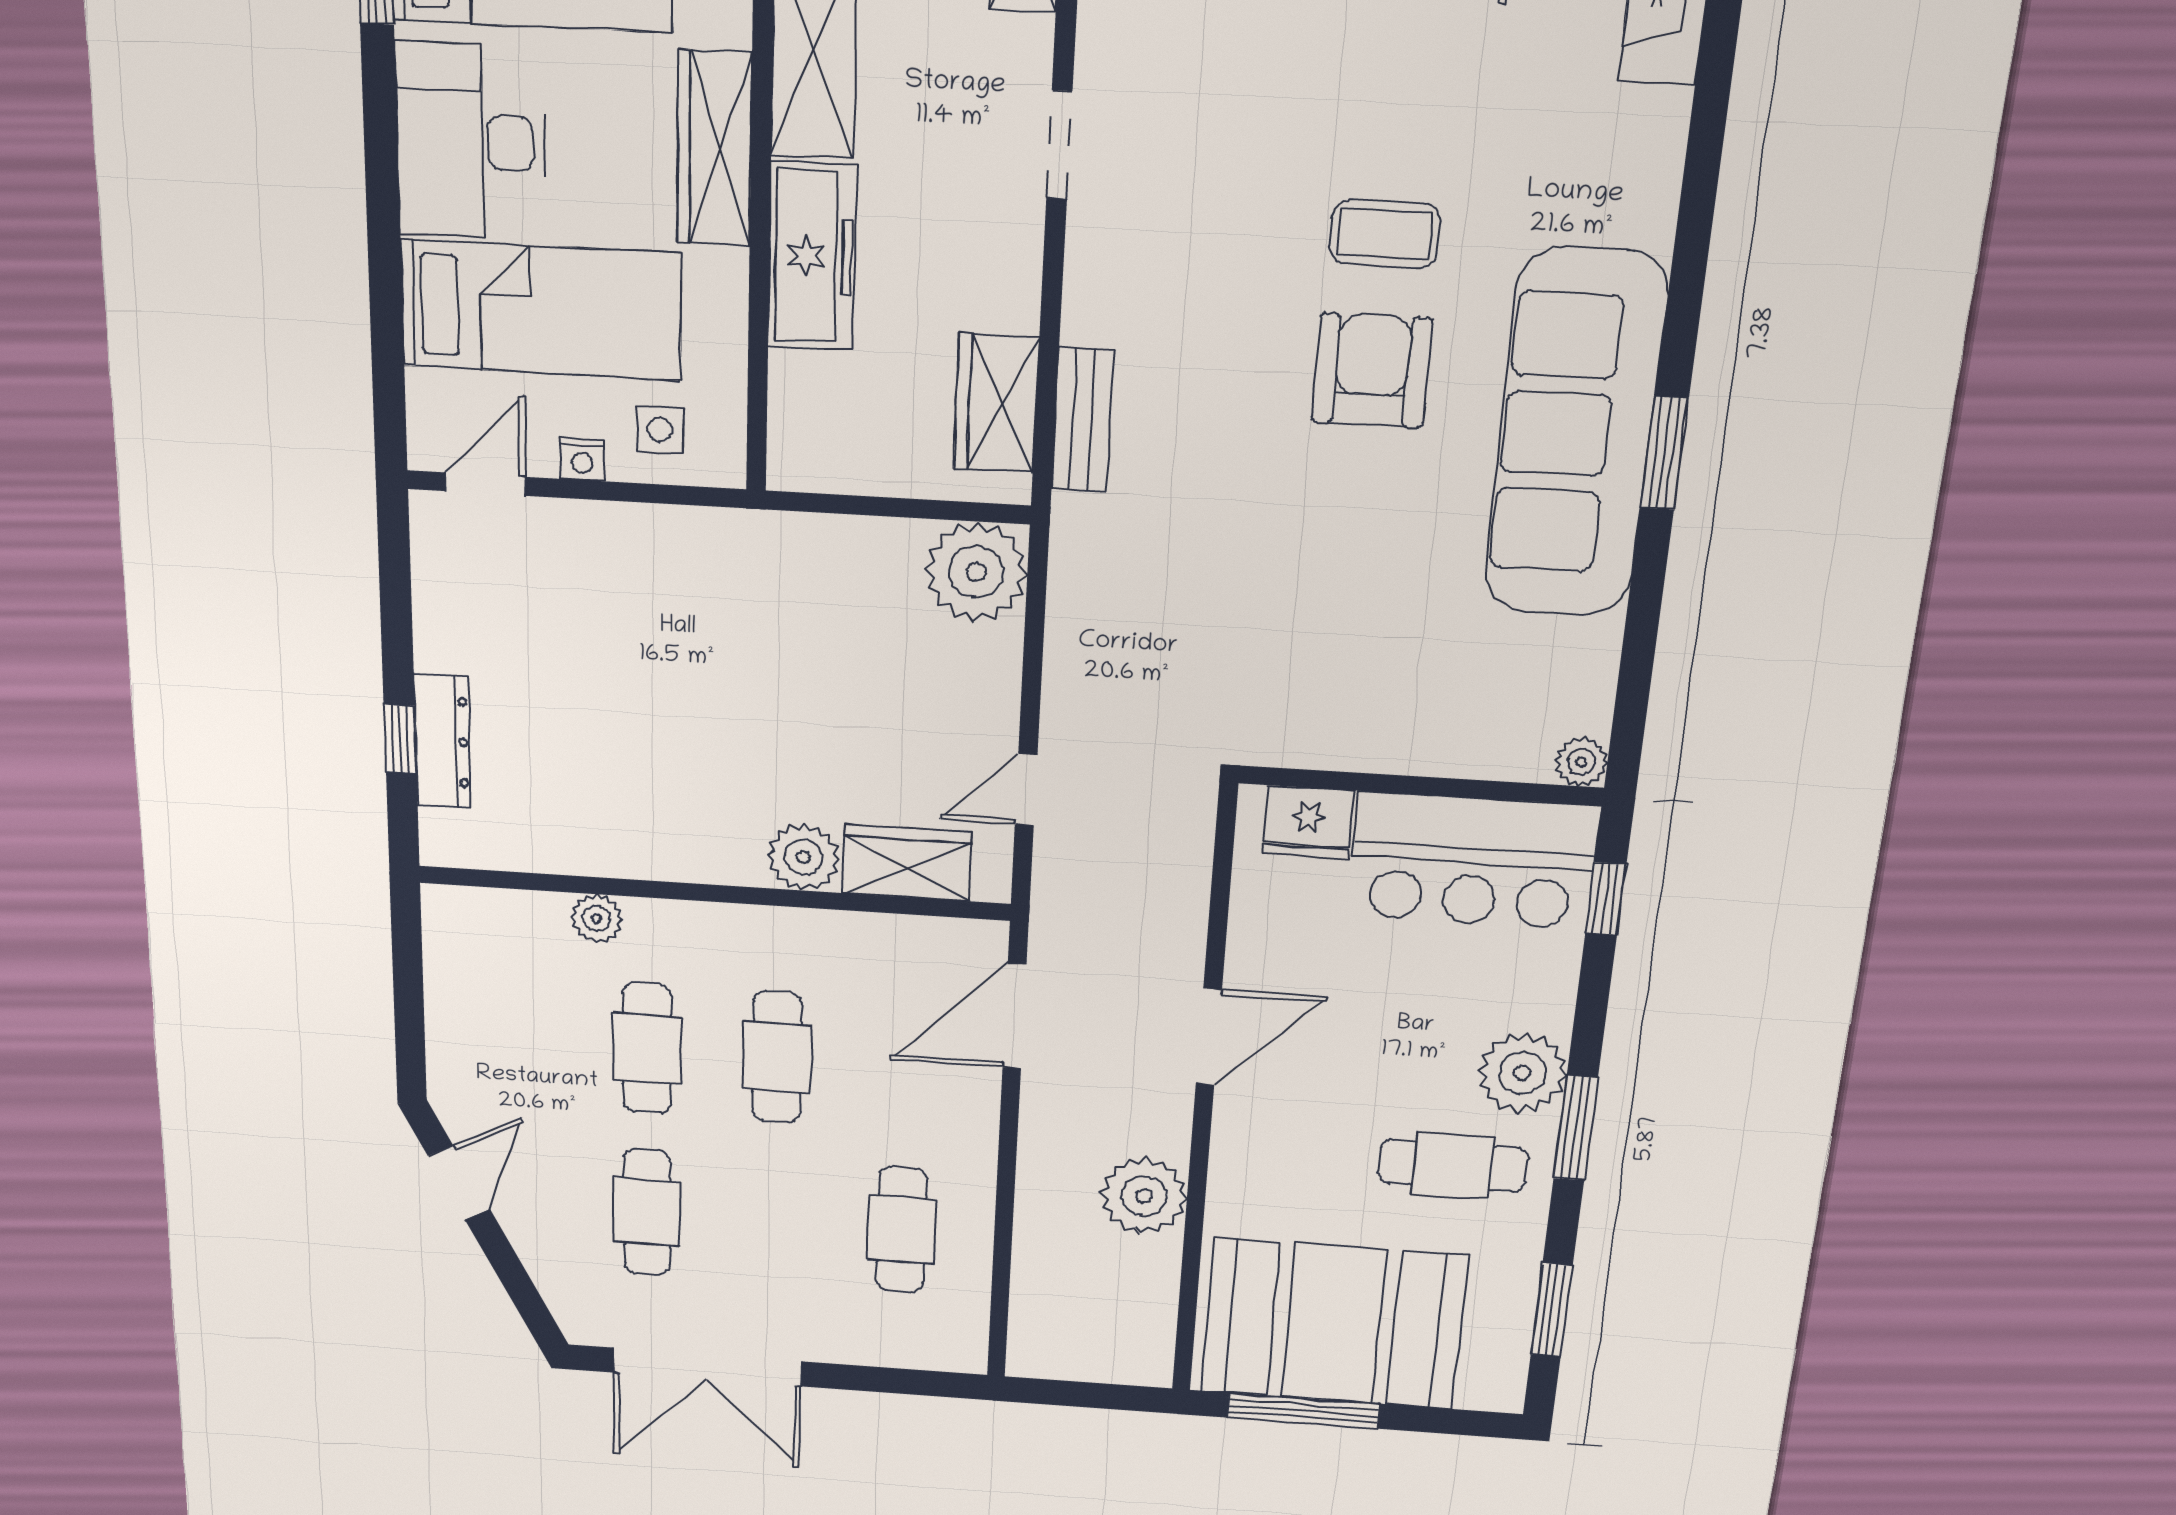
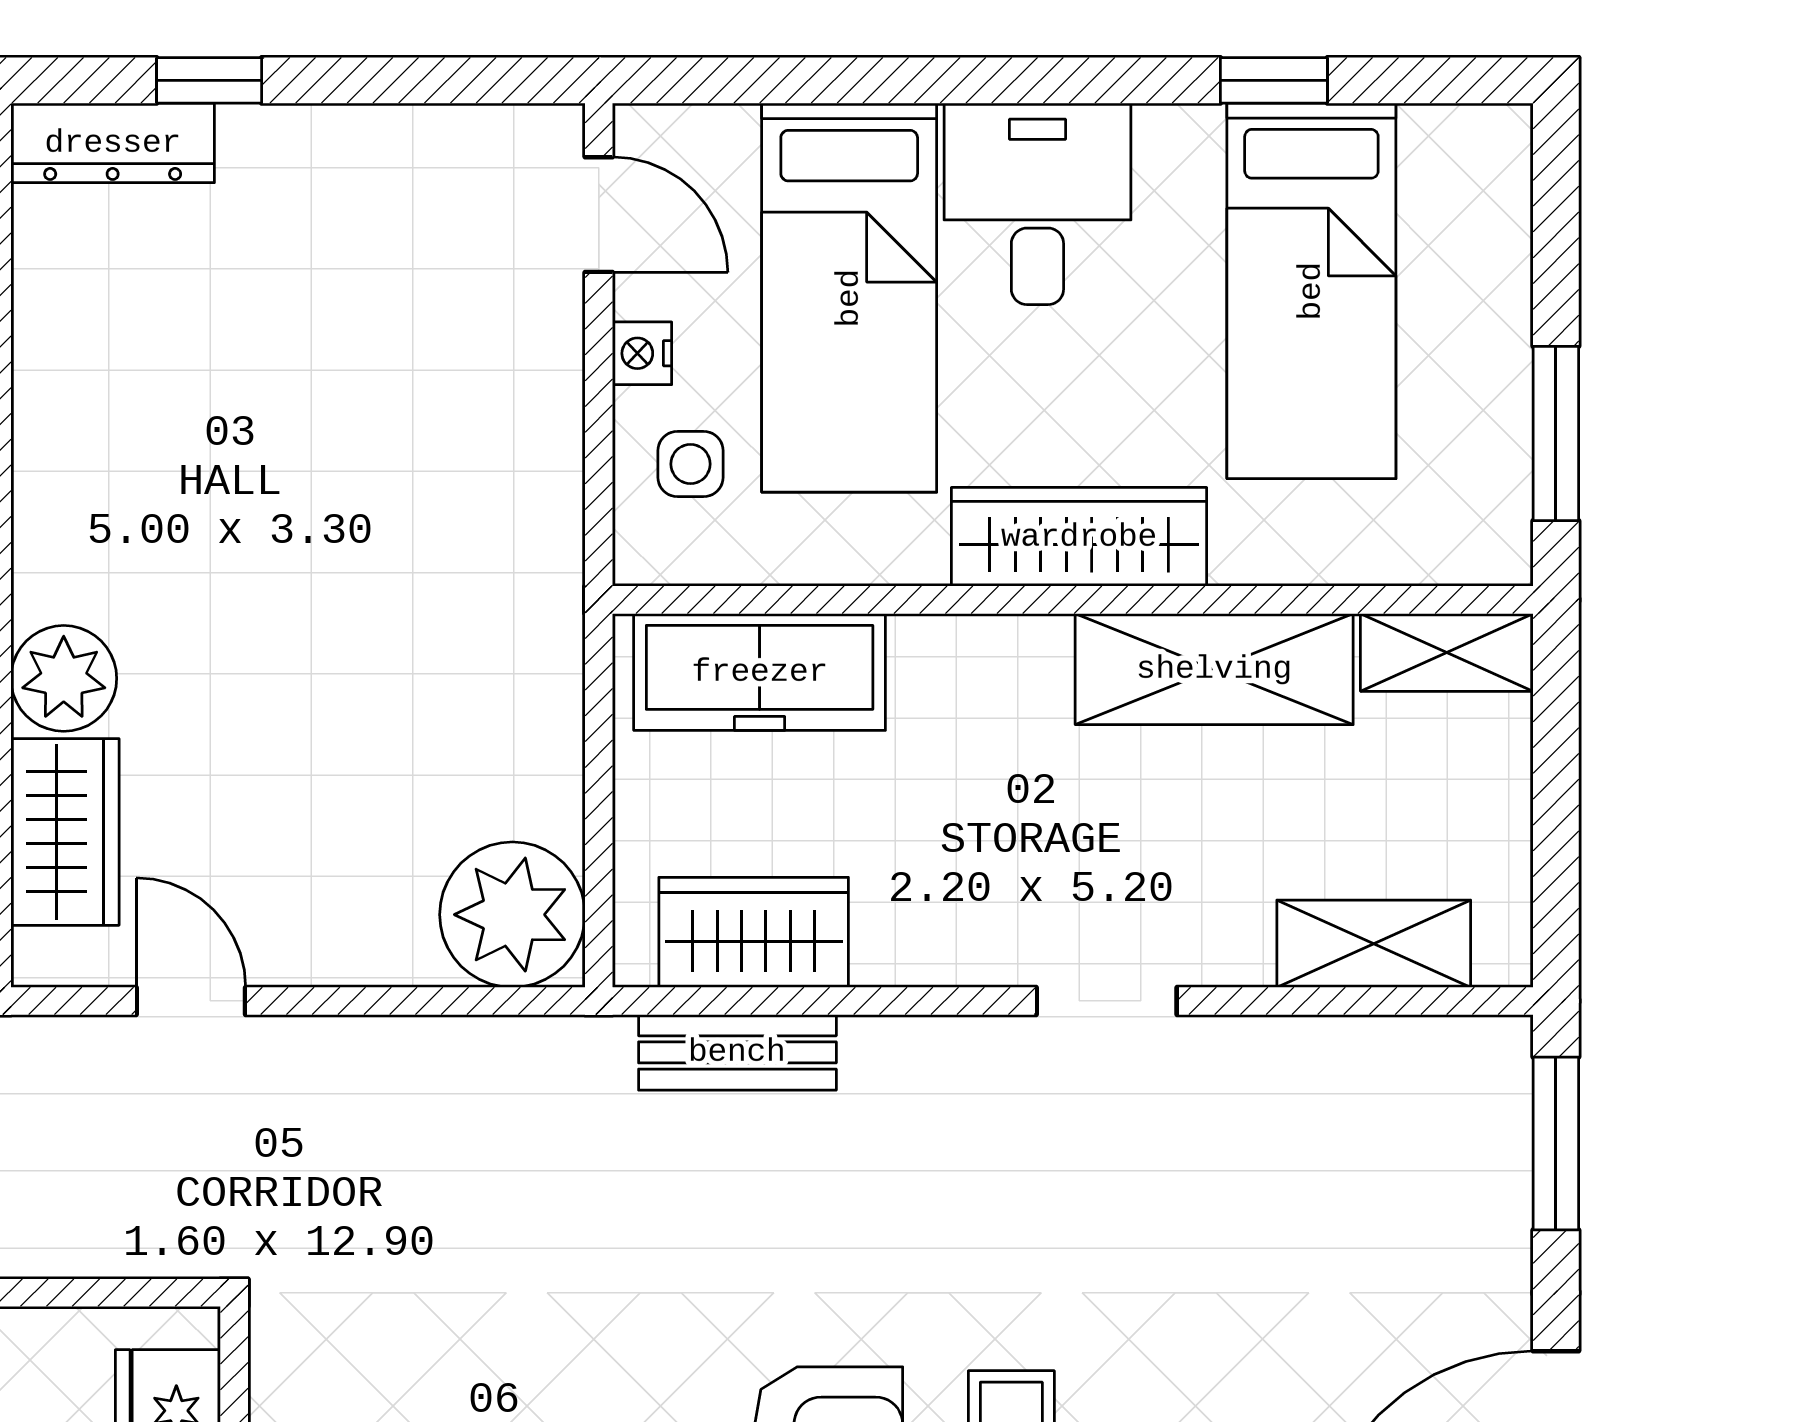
desk: (471, 141) -> (1037, 204), width x0.73
freezer: (812, 256) -> (760, 672), moved
dresser: (442, 741) -> (113, 143), moved

